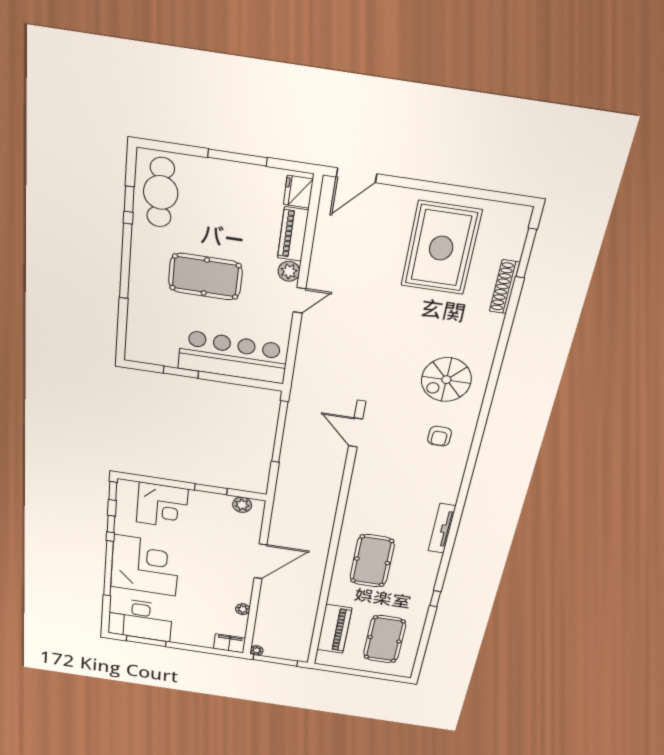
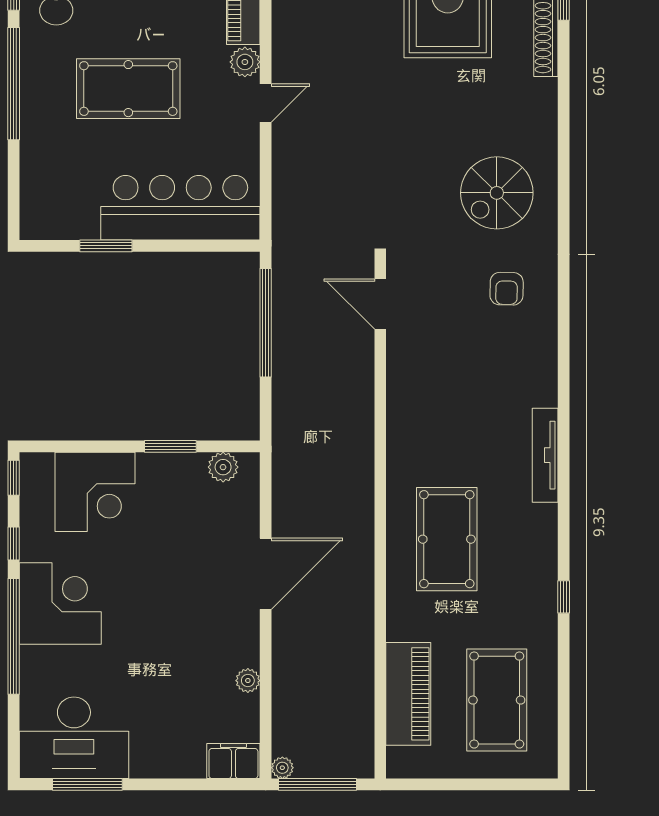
corner desk: (145, 565) -> (60, 603), width x0.74, depth x0.74

